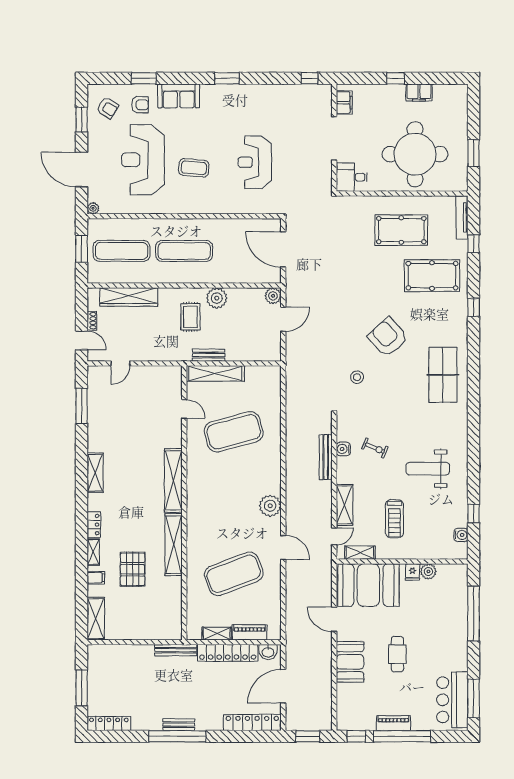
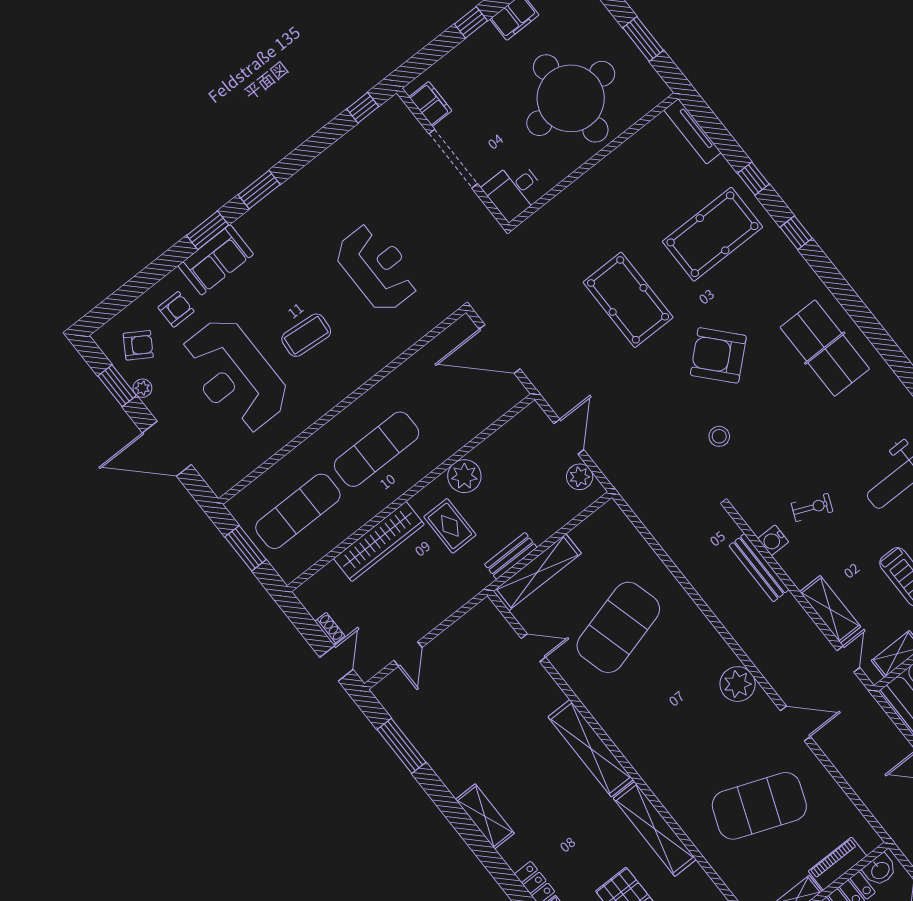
window: (144, 78) -> (208, 230), moved
reception desk: (255, 162) -> (377, 268), turned 180
plant: (93, 208) -> (142, 388), moved
pool table: (401, 230) -> (628, 300), moved, turned 90
window: (474, 244) -> (753, 179), moved
plant: (273, 296) -> (580, 477), moved
wardrobe: (129, 297) -> (379, 541), moved
door: (82, 340) -> (336, 663), hinge flipped
exercise mat: (234, 574) -> (759, 806), turned 42

